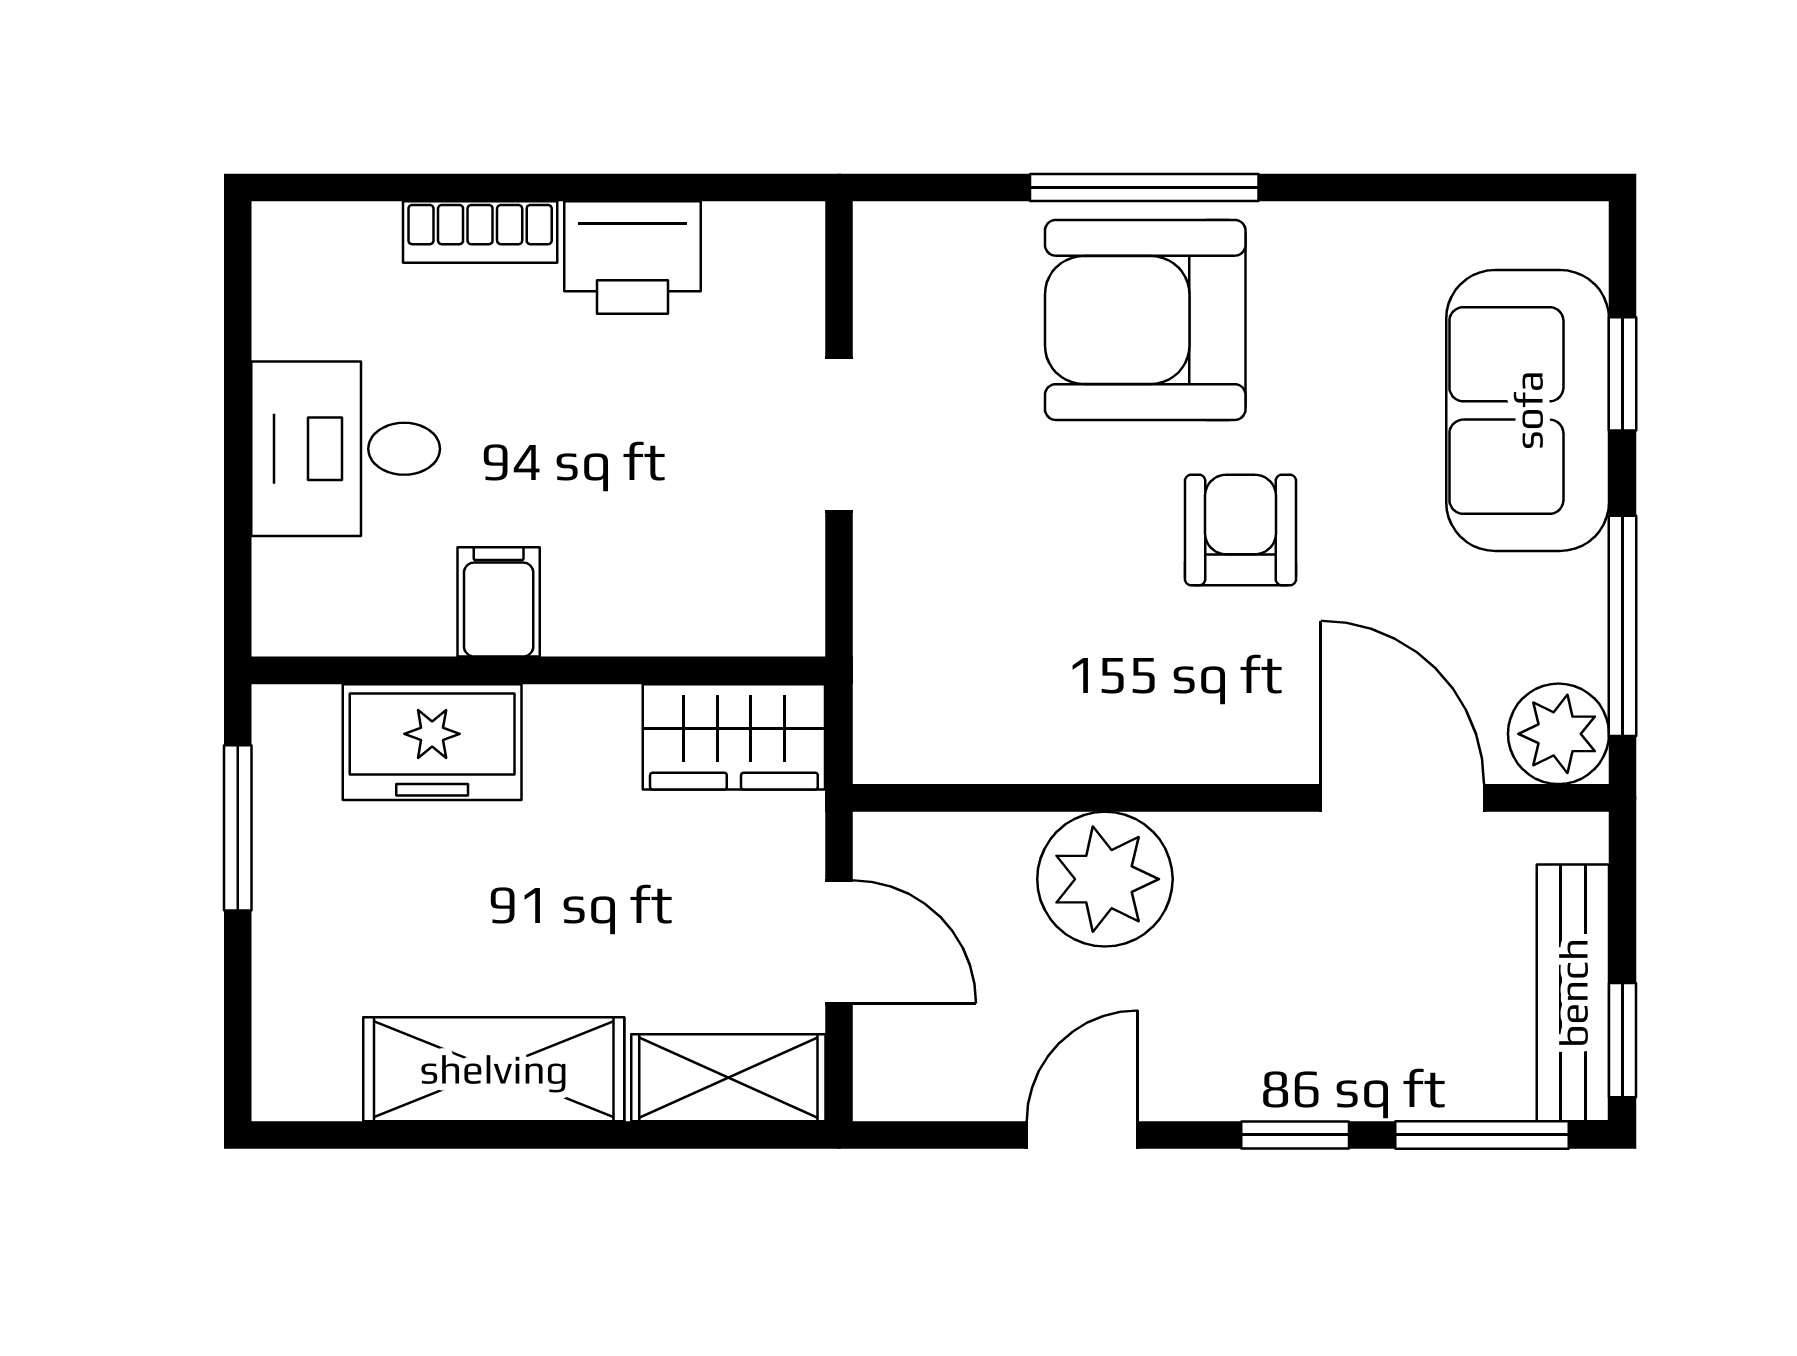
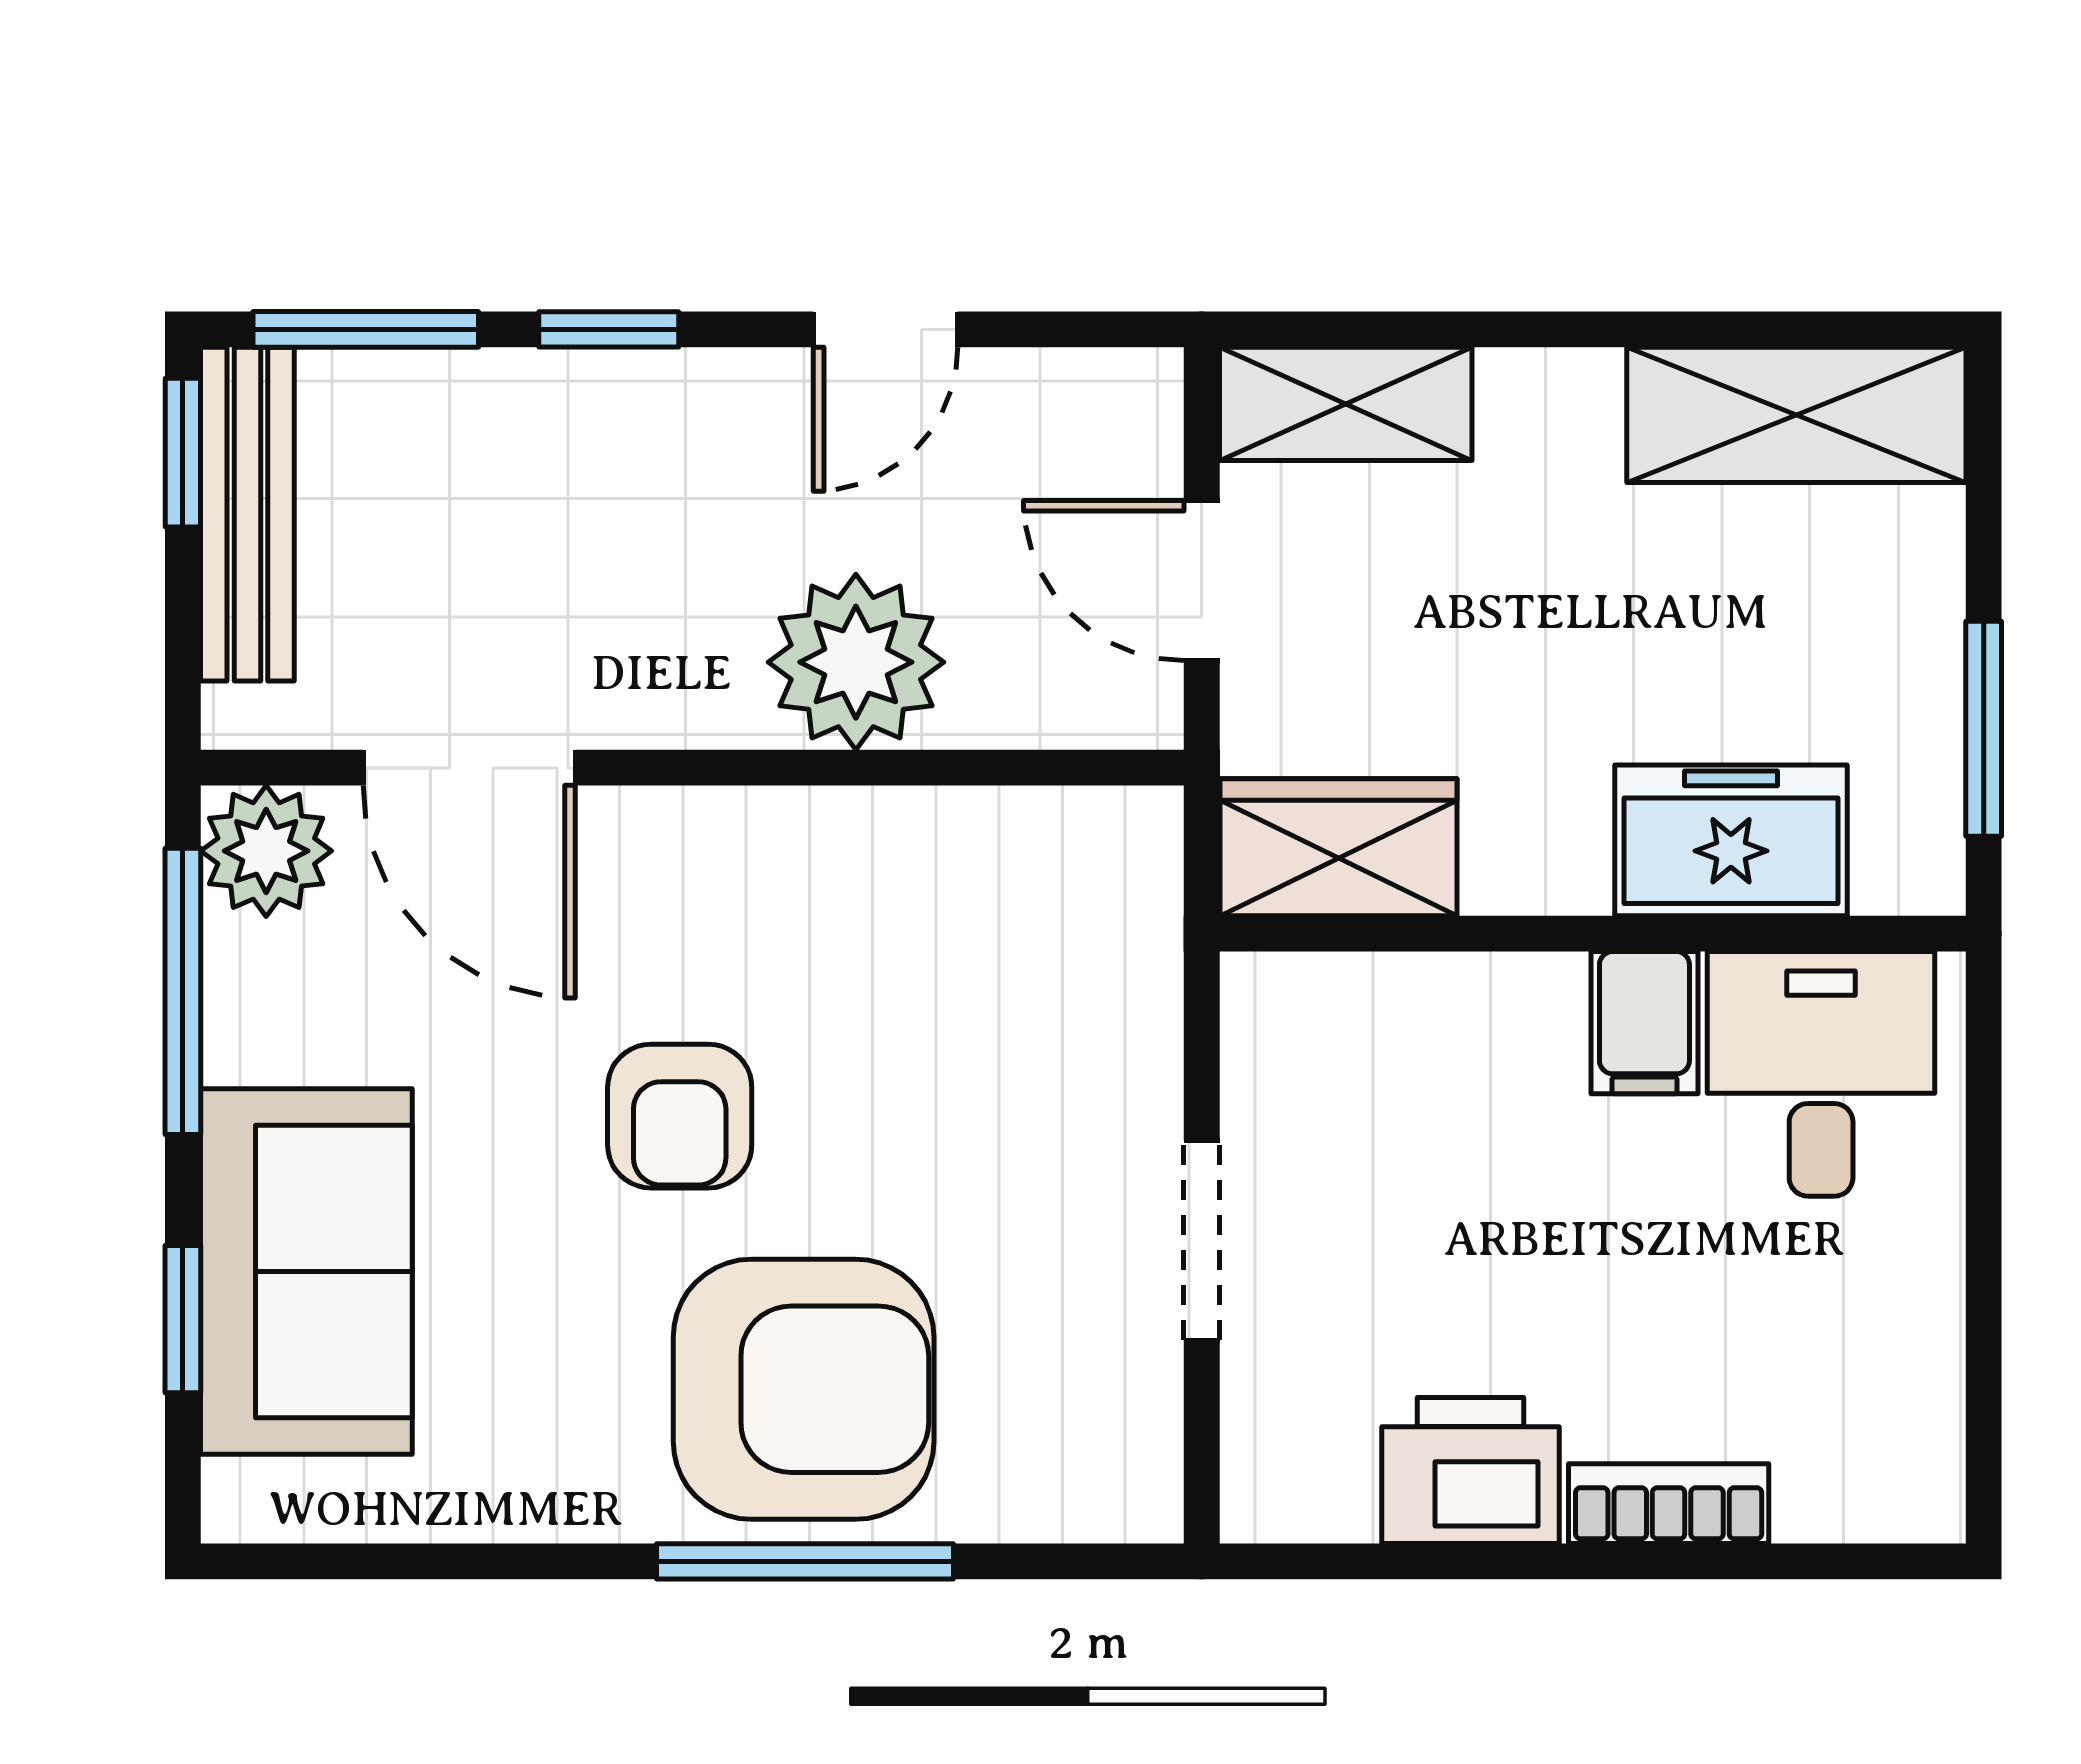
desk: (346, 449) -> (1821, 1074), moved, turned -90
shelving: (494, 1069) -> (1796, 415), moved

